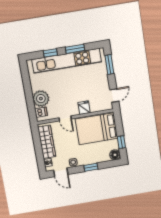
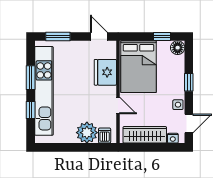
fridge: (84, 108) -> (105, 72), width x1.88, depth x1.34
door: (65, 118) -> (118, 105), hinge flipped

